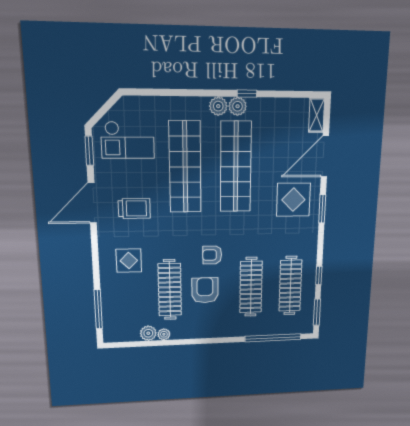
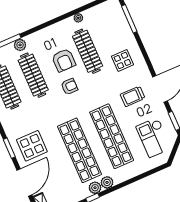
checkout: (128, 140) -> (154, 137), turned -90
plant: (148, 333) -> (20, 45), moved

